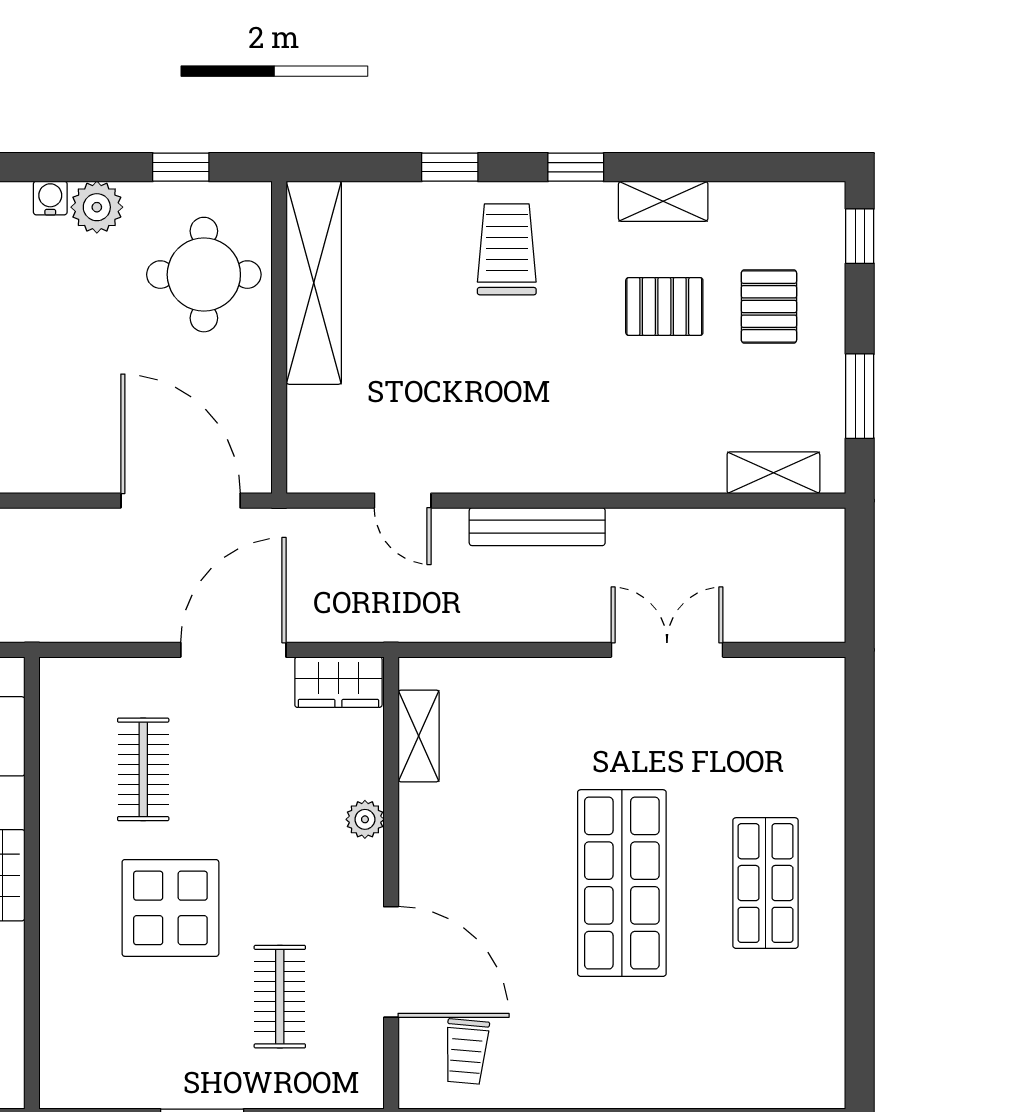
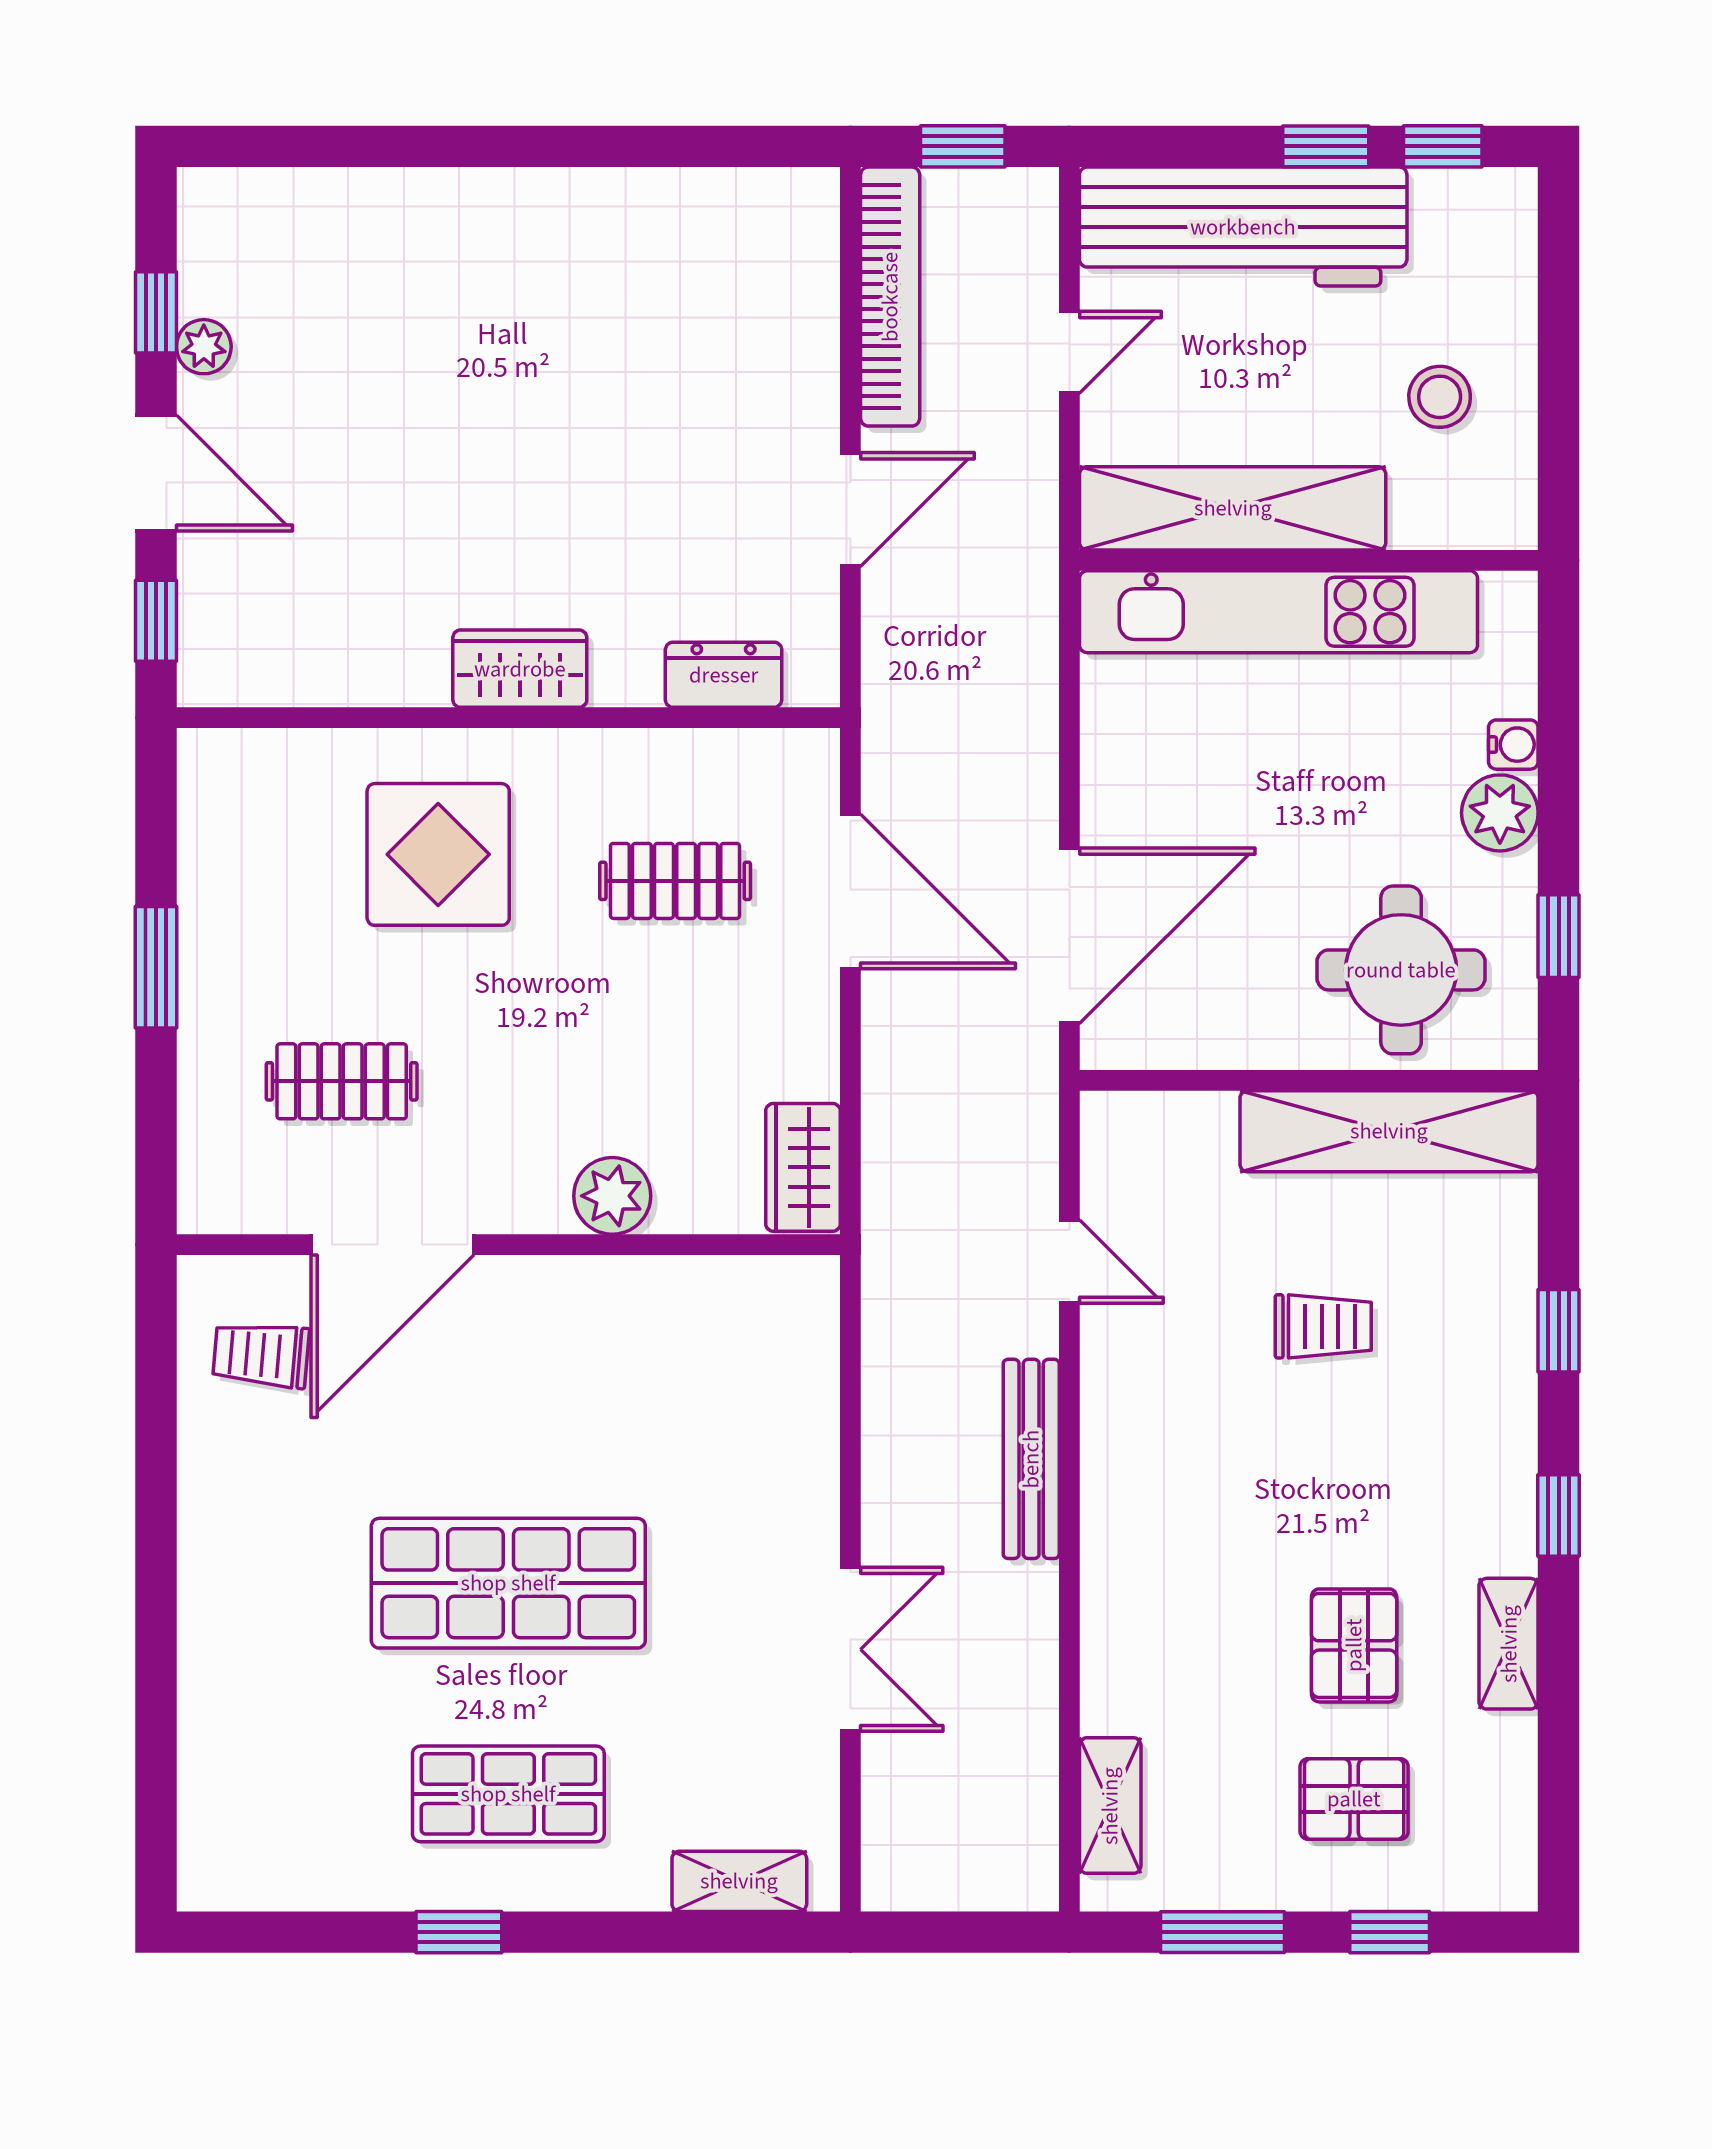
window: (860, 236) -> (1390, 1932), moved
trolley: (507, 249) -> (1323, 1326), moved, width x0.73, depth x0.72
door: (403, 501) -> (1069, 1262), swing flipped
door: (233, 650) -> (850, 892), moved
shelving: (419, 736) -> (739, 1881), moved
plant: (365, 819) -> (612, 1196), width x1.38, depth x1.38
display table: (170, 908) -> (438, 854), moved
window: (860, 917) -> (459, 1932), added

